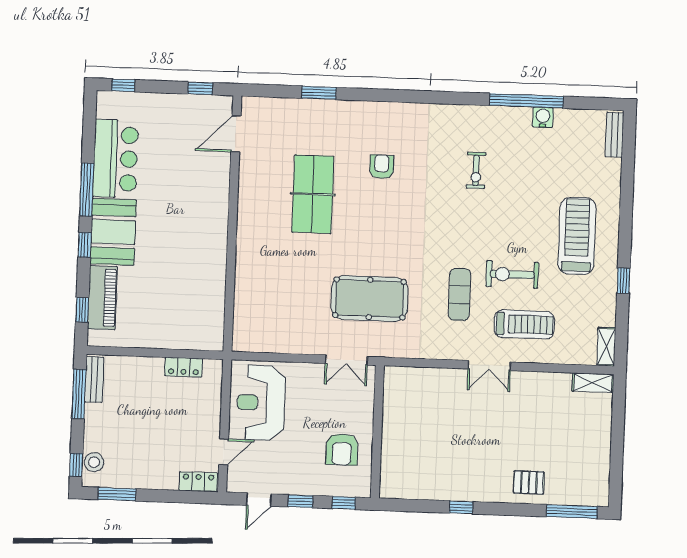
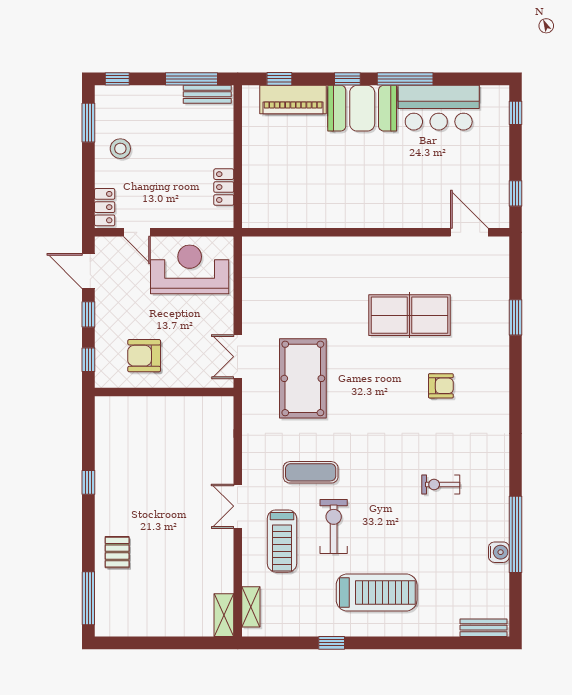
shelving: (606, 347) -> (251, 607), moved, turned 90
stool: (94, 462) -> (120, 149), moved
door: (259, 500) -> (88, 271), width x1.38

